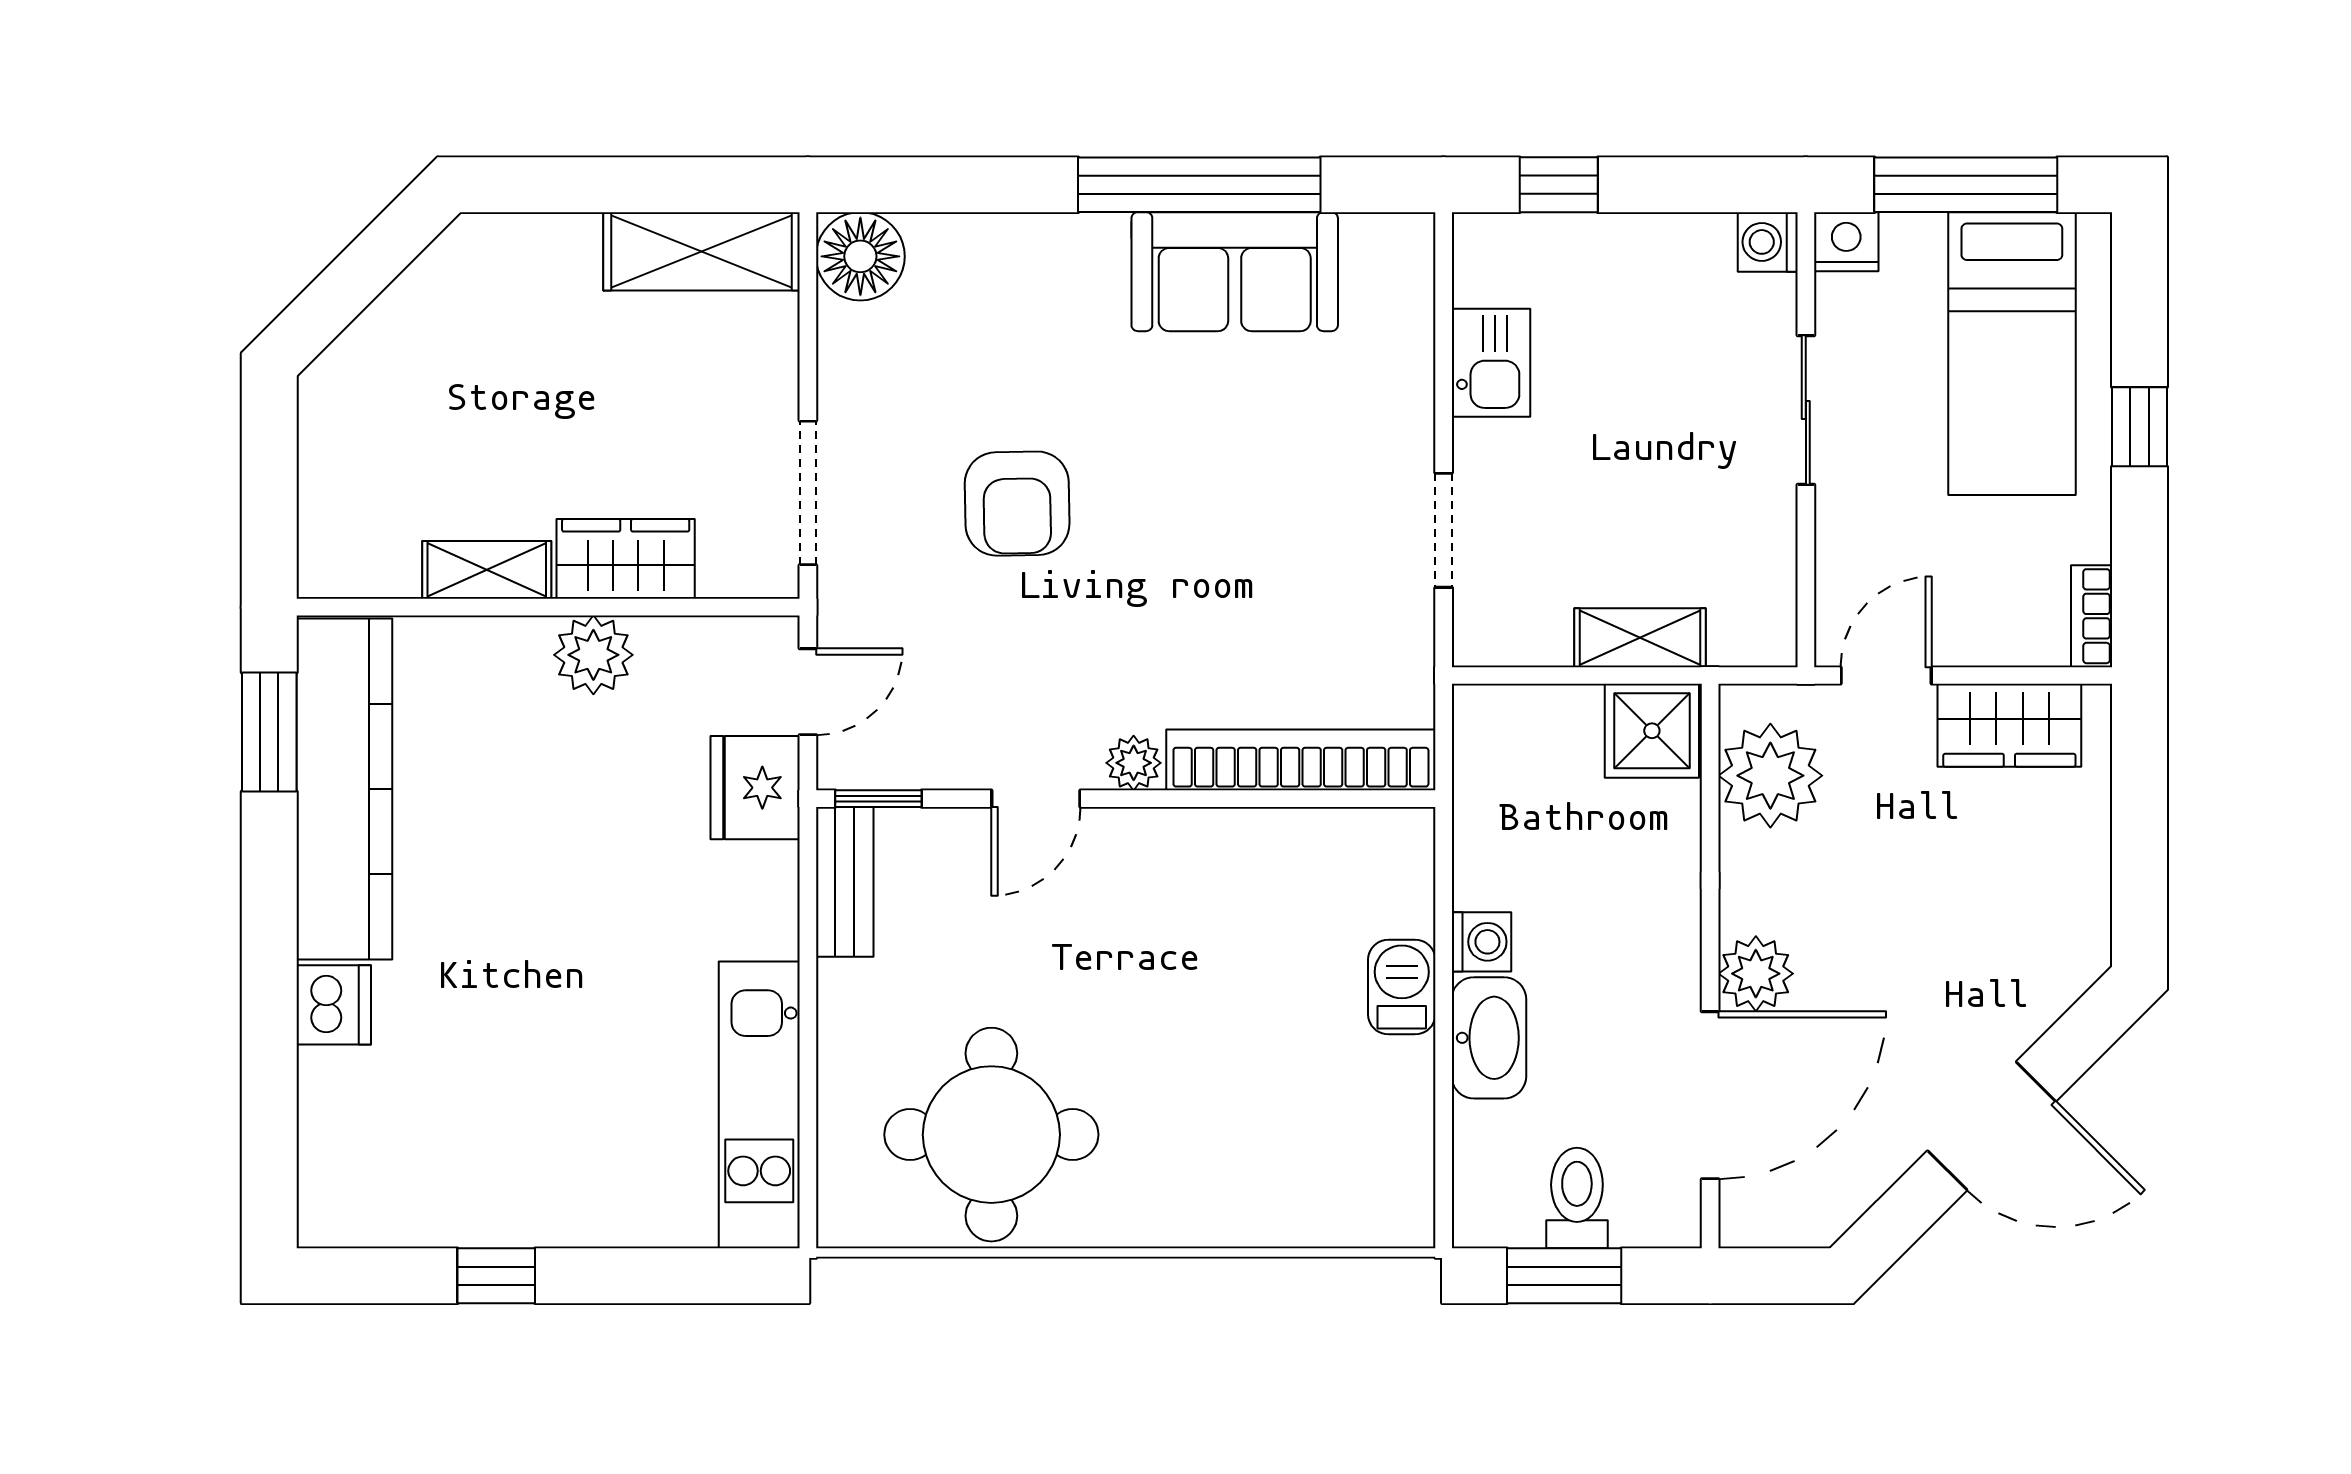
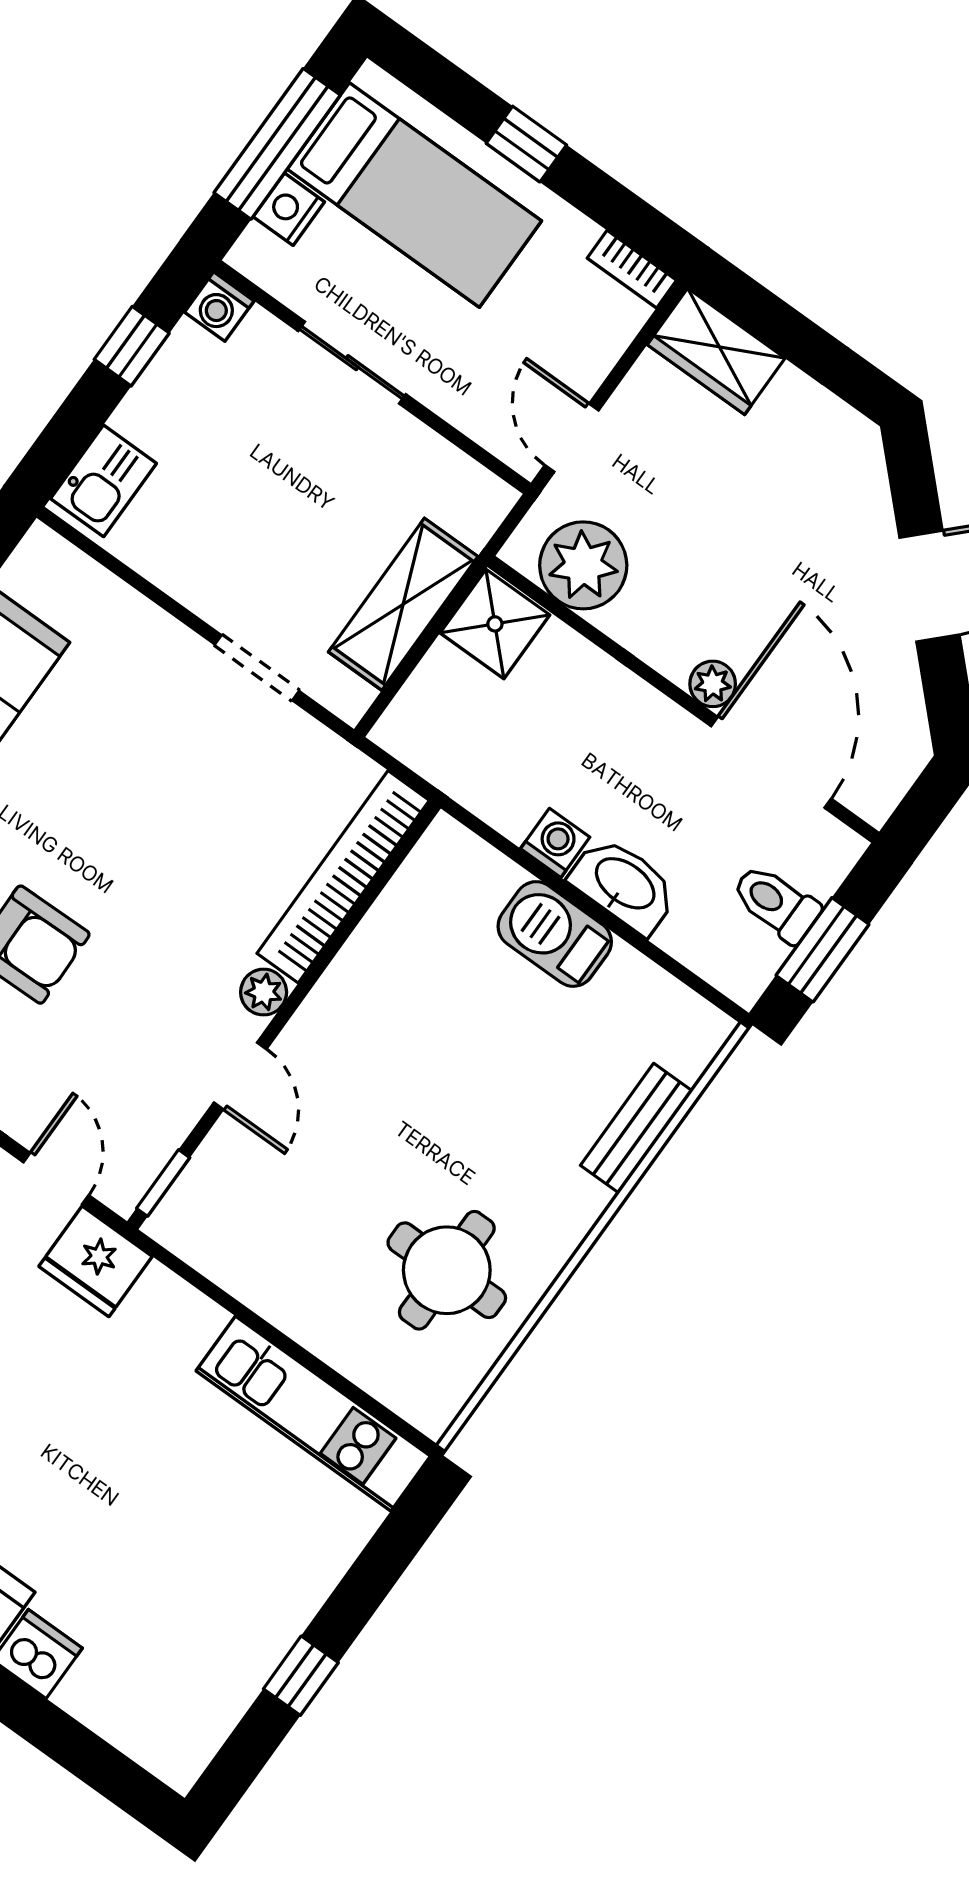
window: (1559, 185) -> (132, 346), moved
nightstand: (1846, 242) -> (289, 209), moved
kitchen sink: (1491, 363) -> (104, 481), moved, turned 90
shelving: (1640, 638) -> (403, 604), width x1.50, depth x1.33
wardrobe: (2009, 725) -> (716, 351), moved, turned 90
bench: (845, 882) -> (637, 1128), moved, turned 90
plant: (1756, 974) -> (713, 684), width x0.73, depth x0.73
barbecue: (1402, 987) -> (555, 934), width x1.38, depth x1.27
round table: (991, 1135) -> (447, 1270), width x0.73, depth x0.73

